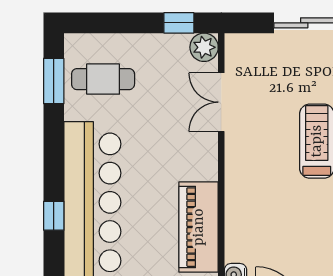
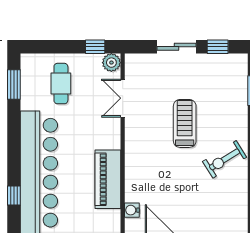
cafe table: (103, 79) -> (61, 84), moved, turned 90
window: (54, 216) -> (14, 196), moved

